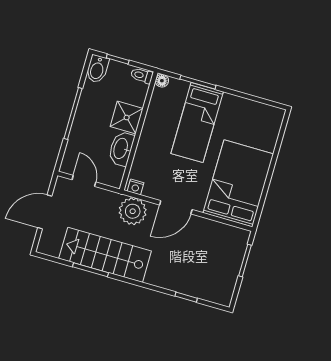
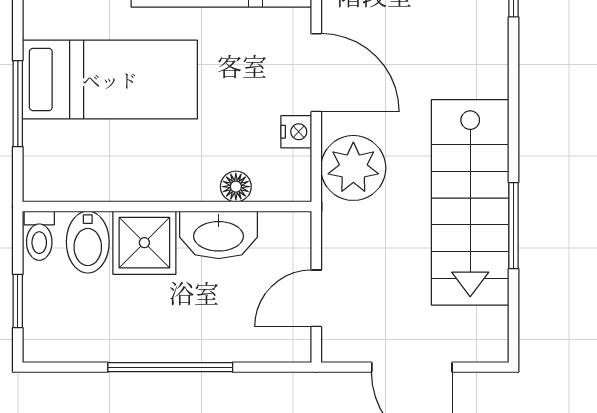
bidet: (97, 69) -> (88, 242), moved, turned 90
floor lamp: (162, 81) -> (236, 187), moved
nightstand: (136, 187) -> (296, 132), moved

